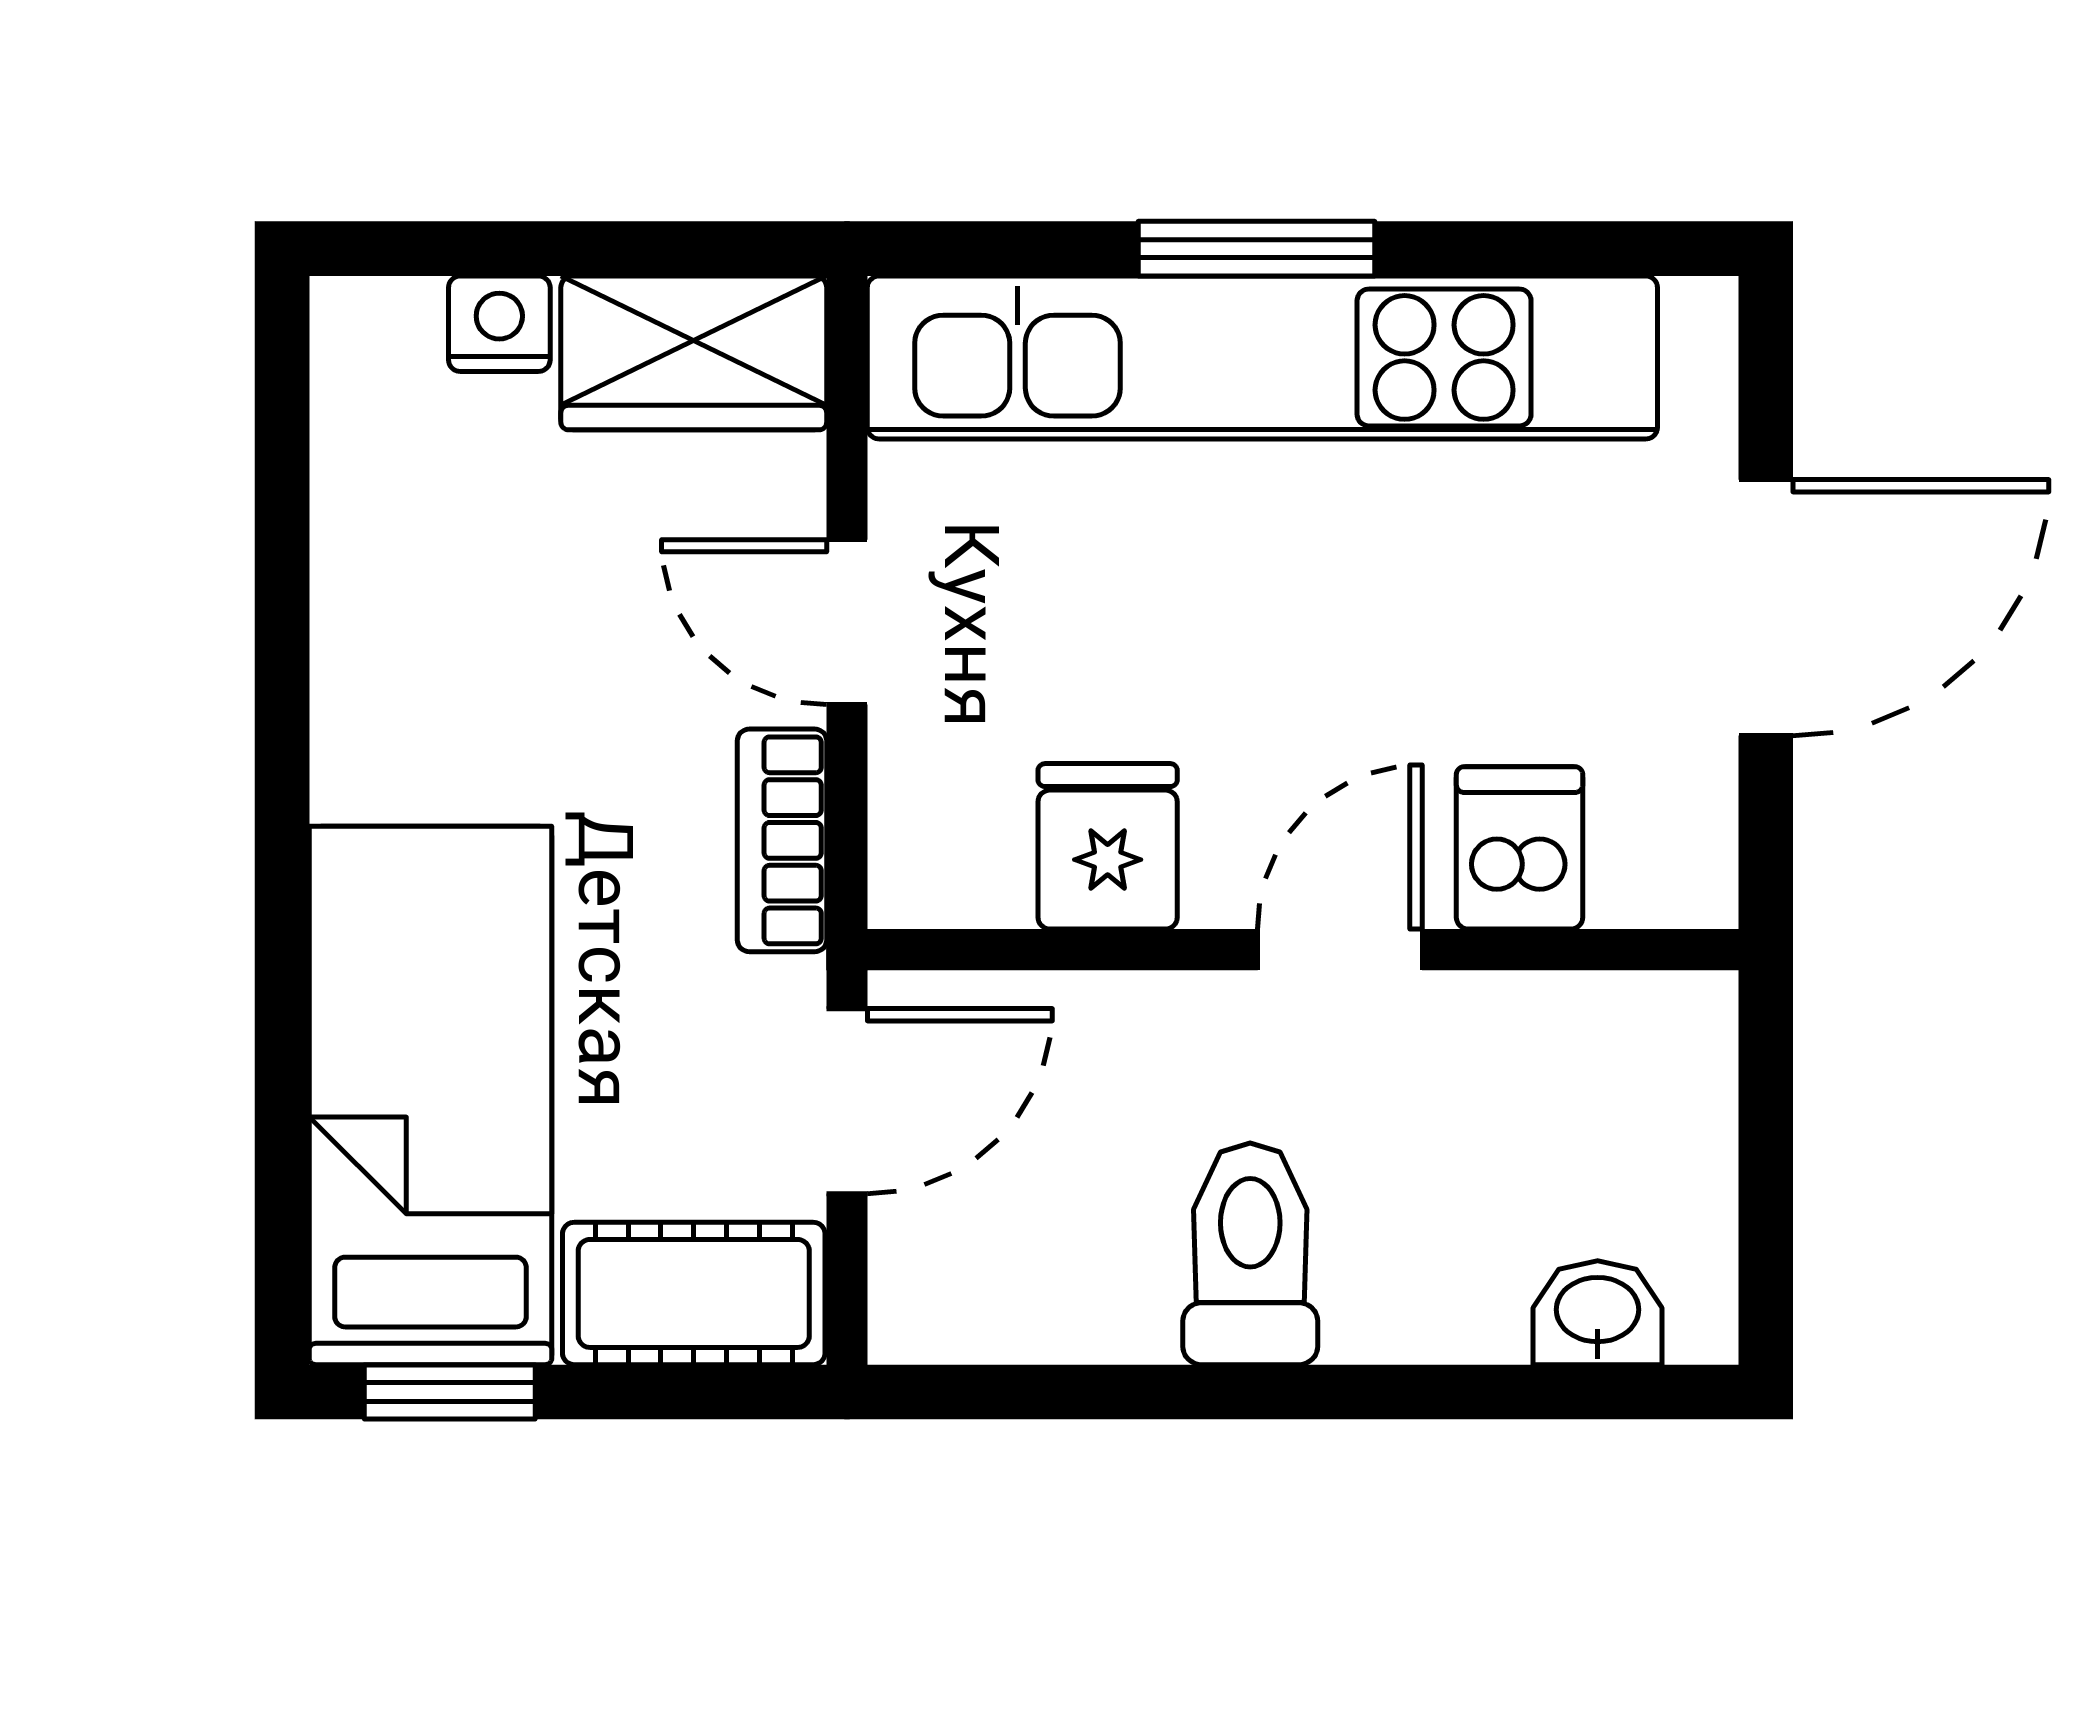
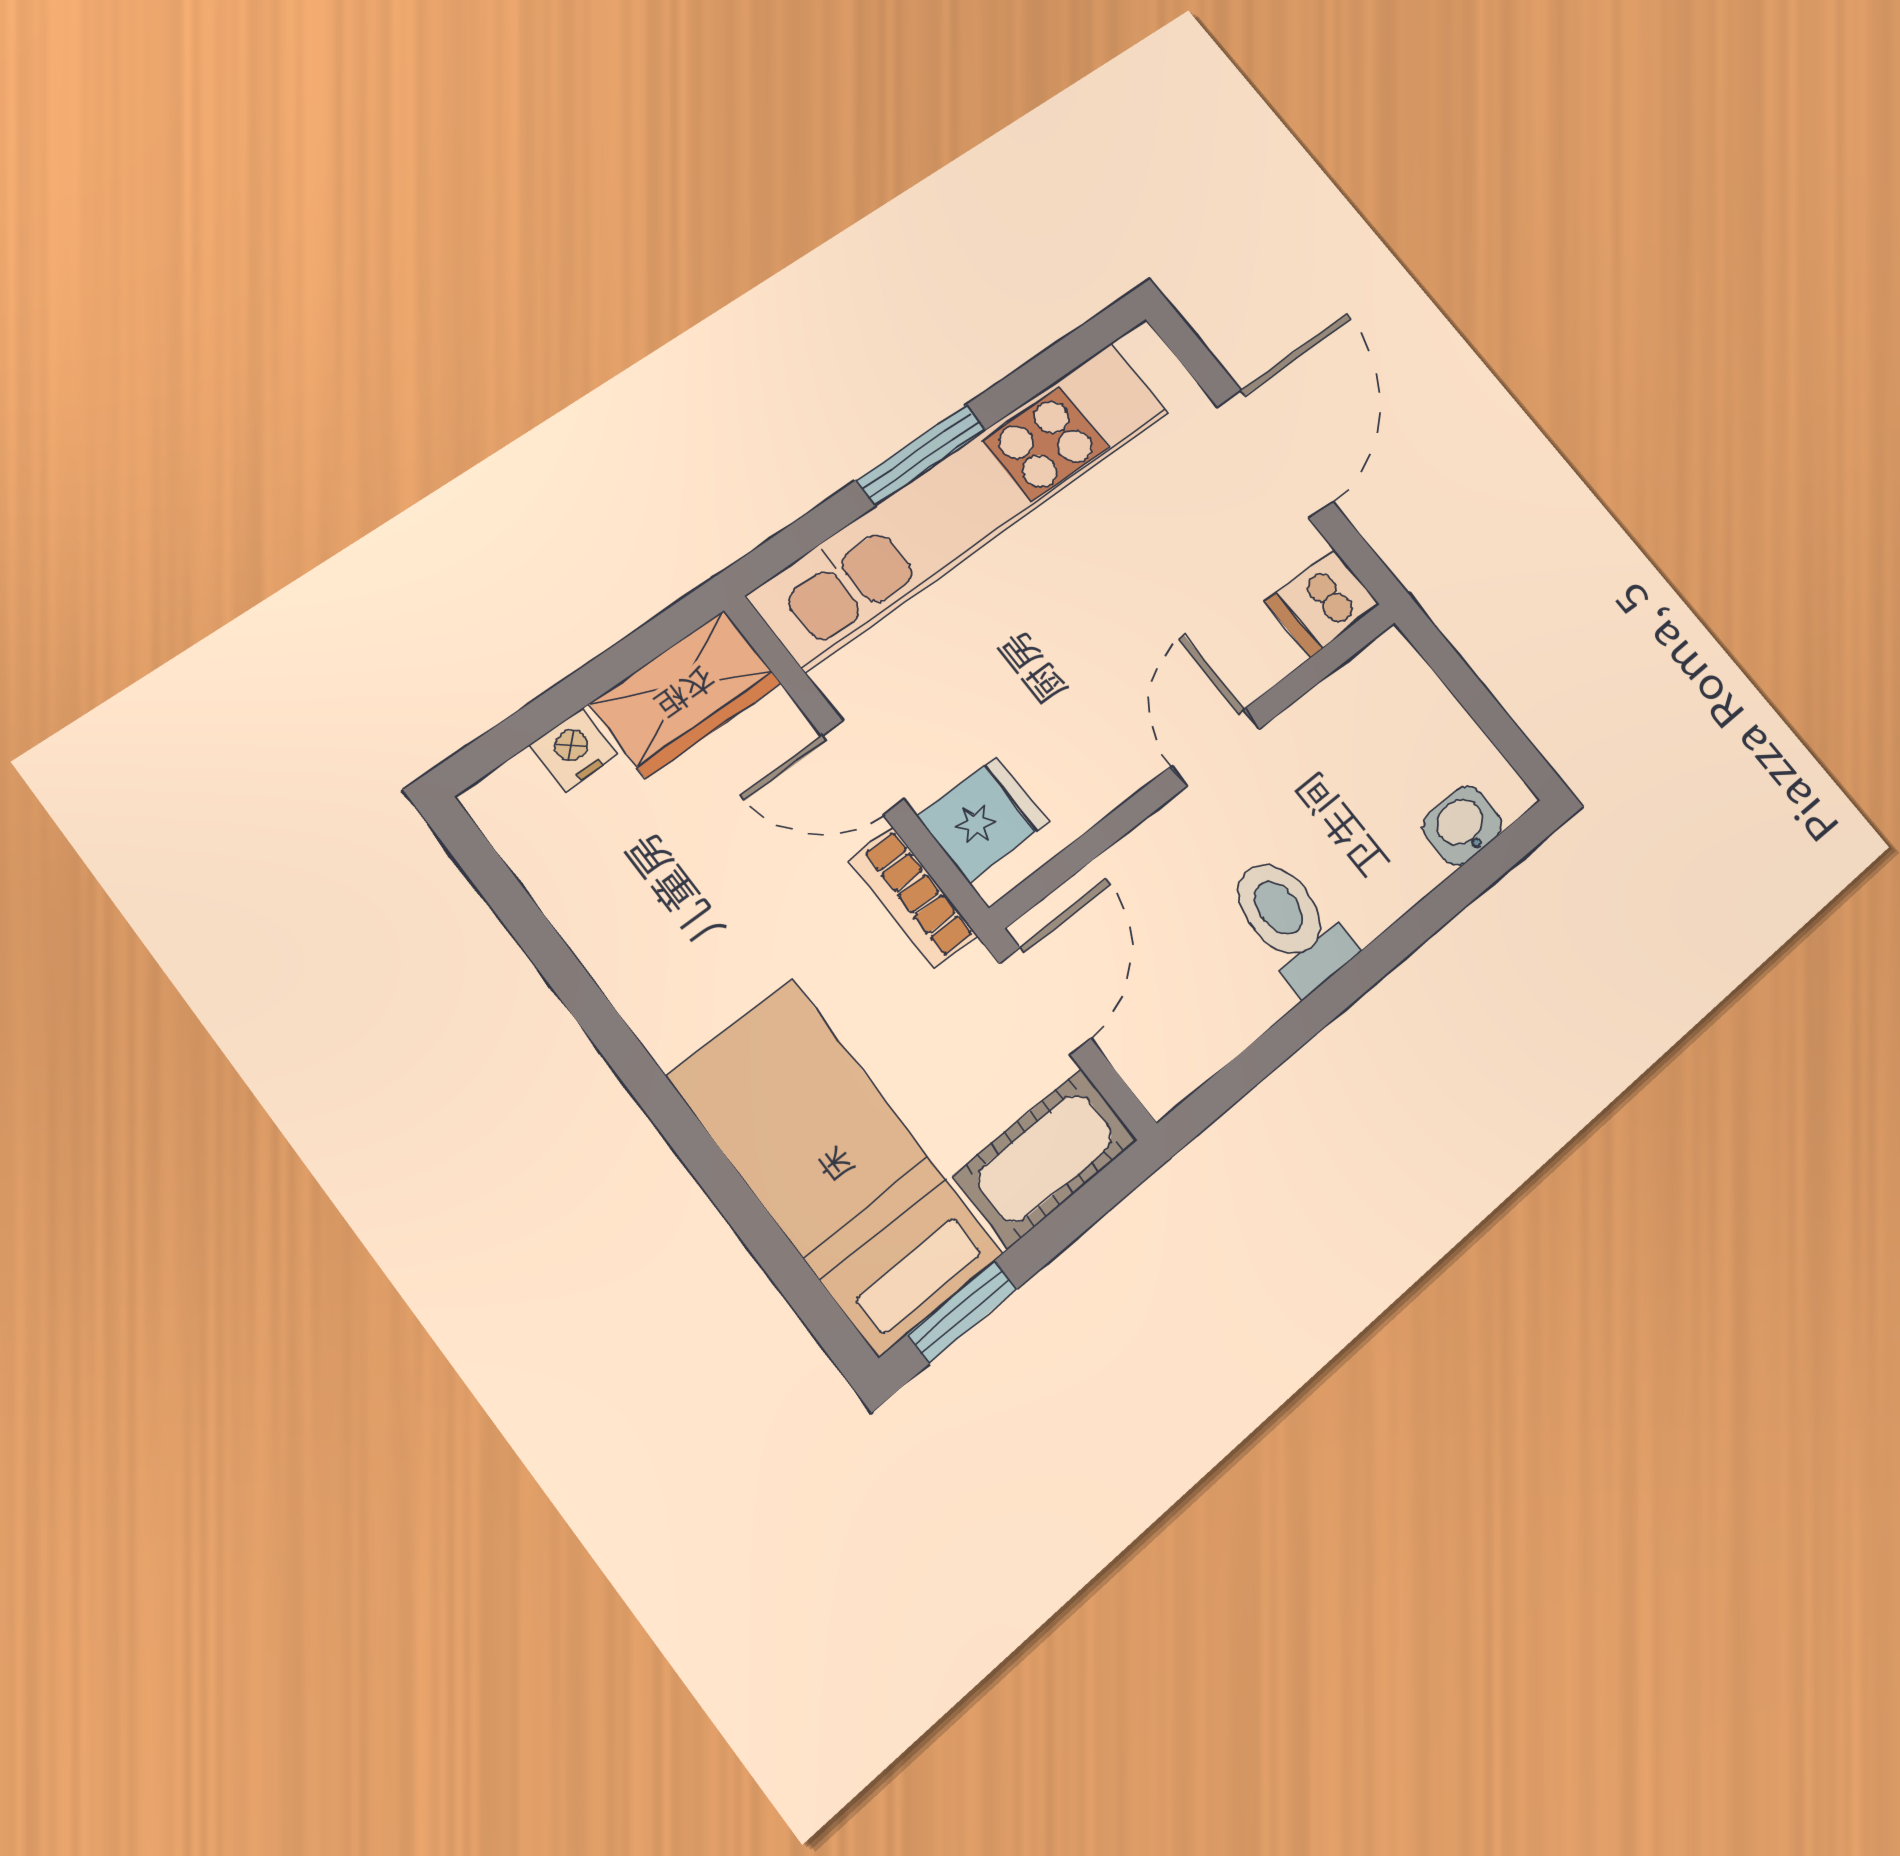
fridge: (1108, 846) -> (982, 819), moved, turned 90
dishwasher: (1520, 848) -> (1322, 603), moved, turned -90

